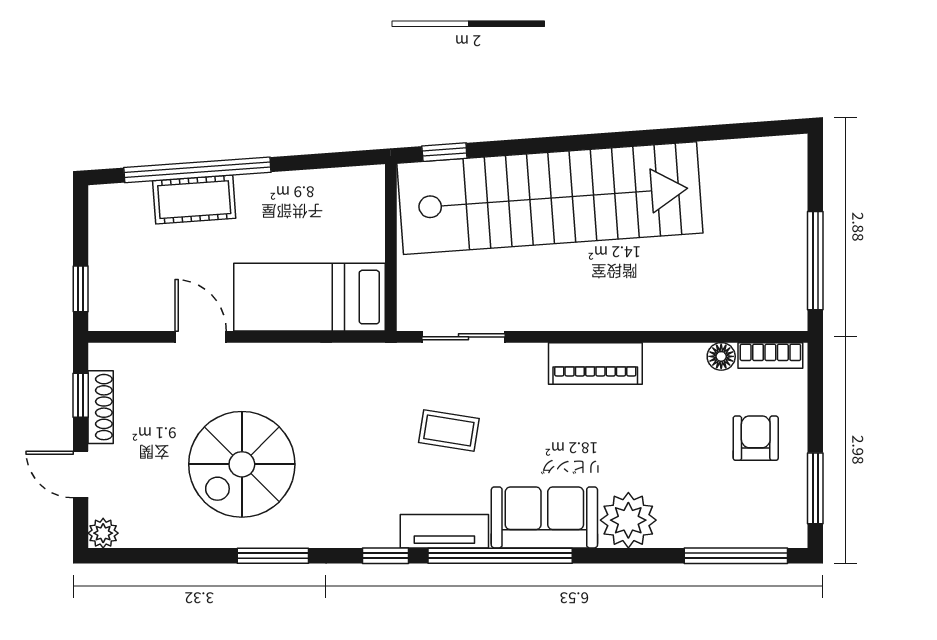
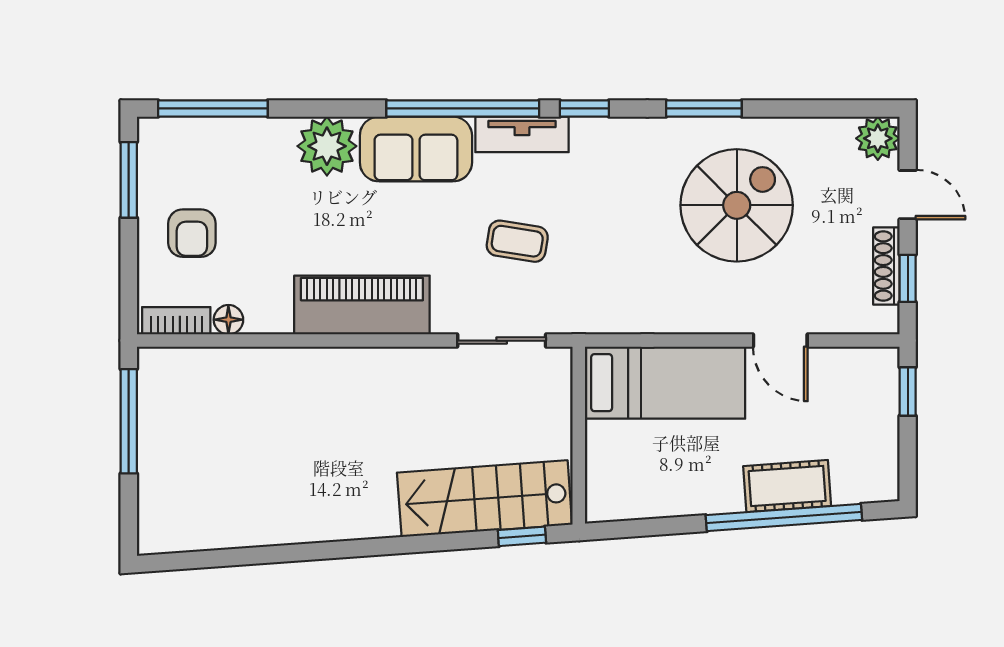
stairs: (550, 198) -> (485, 499), width x0.54, depth x0.66
piano: (595, 363) -> (362, 305), width x1.37, depth x1.33
plant: (103, 533) -> (878, 138), width x1.38, depth x1.38

